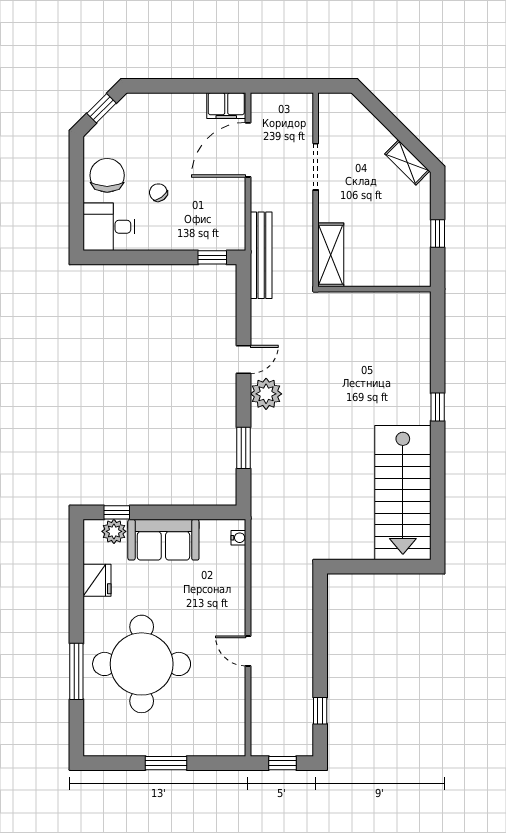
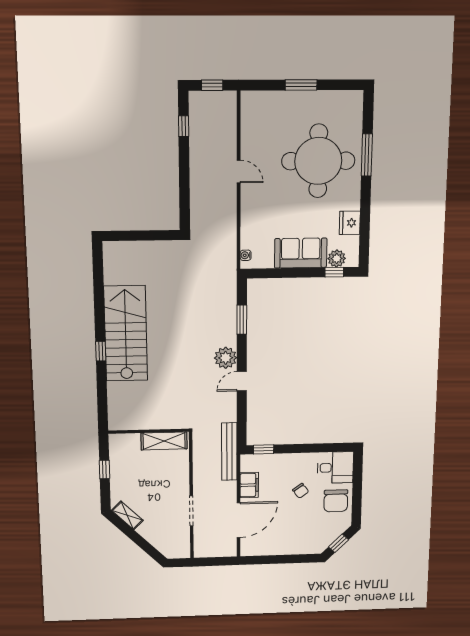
filing cabinet: (226, 106) -> (249, 485), moved, turned 90
shelving: (331, 255) -> (164, 441), moved, turned 90
stairs: (403, 493) -> (126, 334), moved

